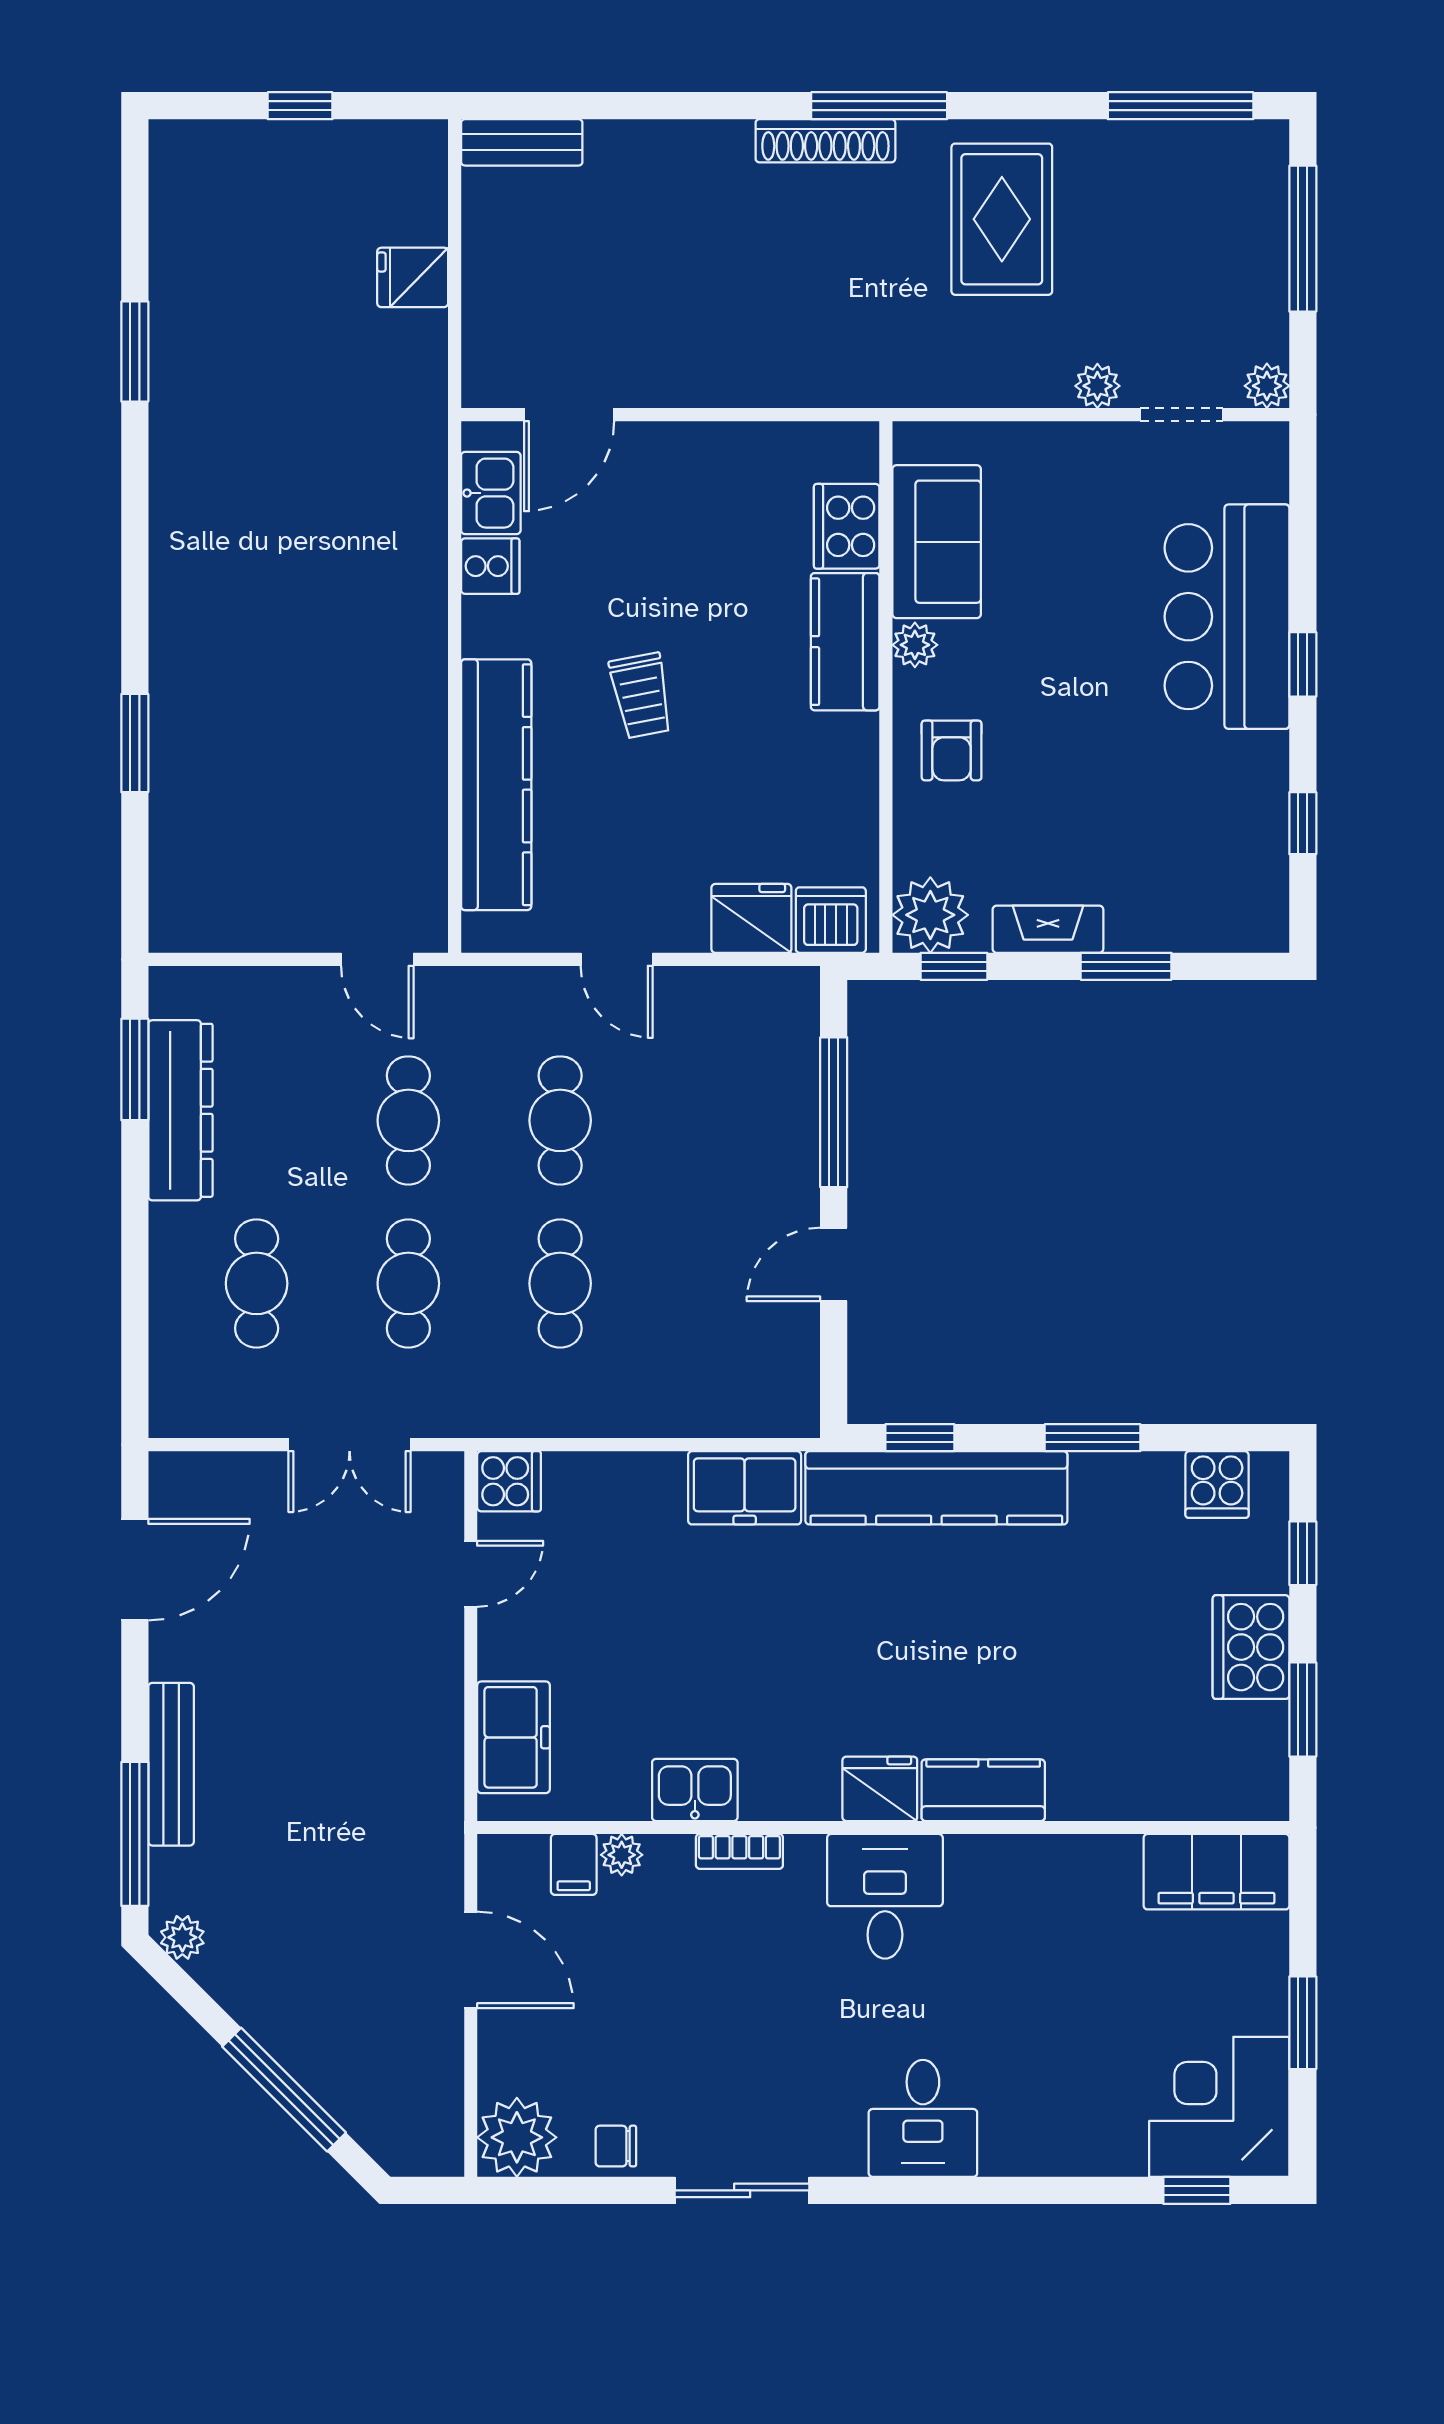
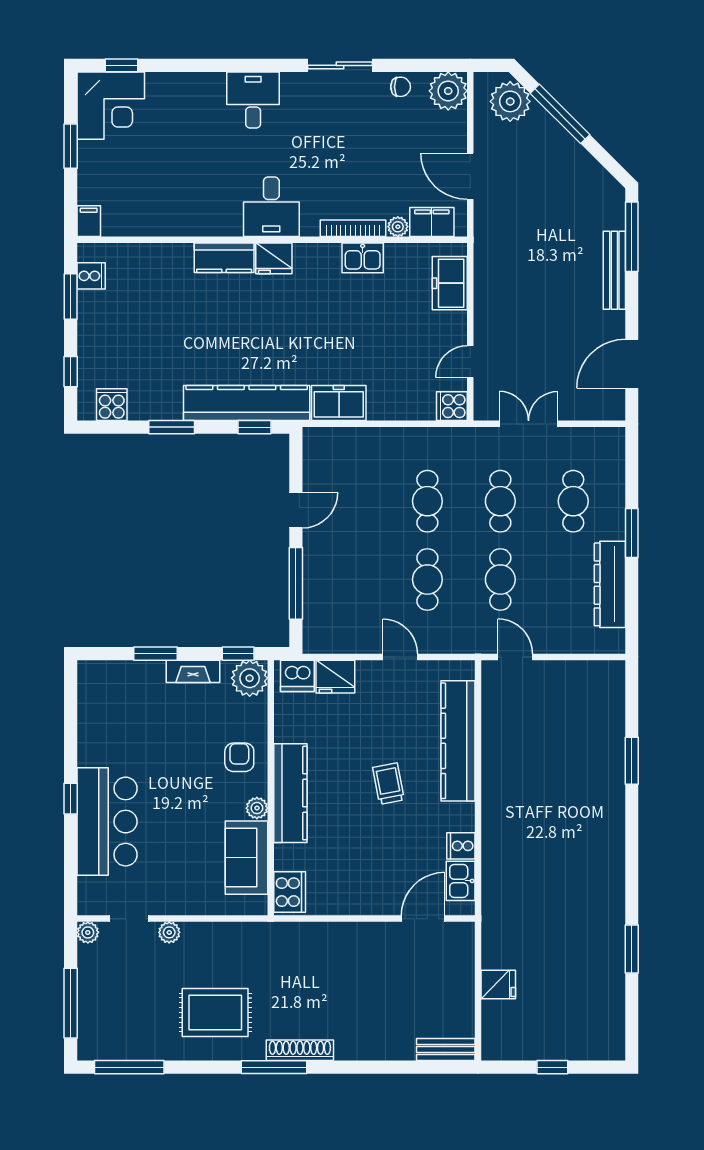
rug: (1002, 219) -> (215, 1013), turned 90
cooker: (847, 526) -> (290, 892), moved
kitchen counter: (845, 642) -> (290, 793), width x1.50
window: (1303, 823) -> (71, 722), removed
window: (135, 1069) -> (632, 533), moved
cooker: (1251, 1647) -> (91, 276), moved, width x0.53, depth x0.76
bookcase: (739, 1851) -> (353, 228), width x1.56
filing cabinet: (574, 1864) -> (432, 222), width x2.00
filing cabinet: (1216, 1872) -> (89, 221), width x0.33, depth x0.86
plant: (182, 1937) -> (510, 101), moved, width x1.87, depth x1.87

